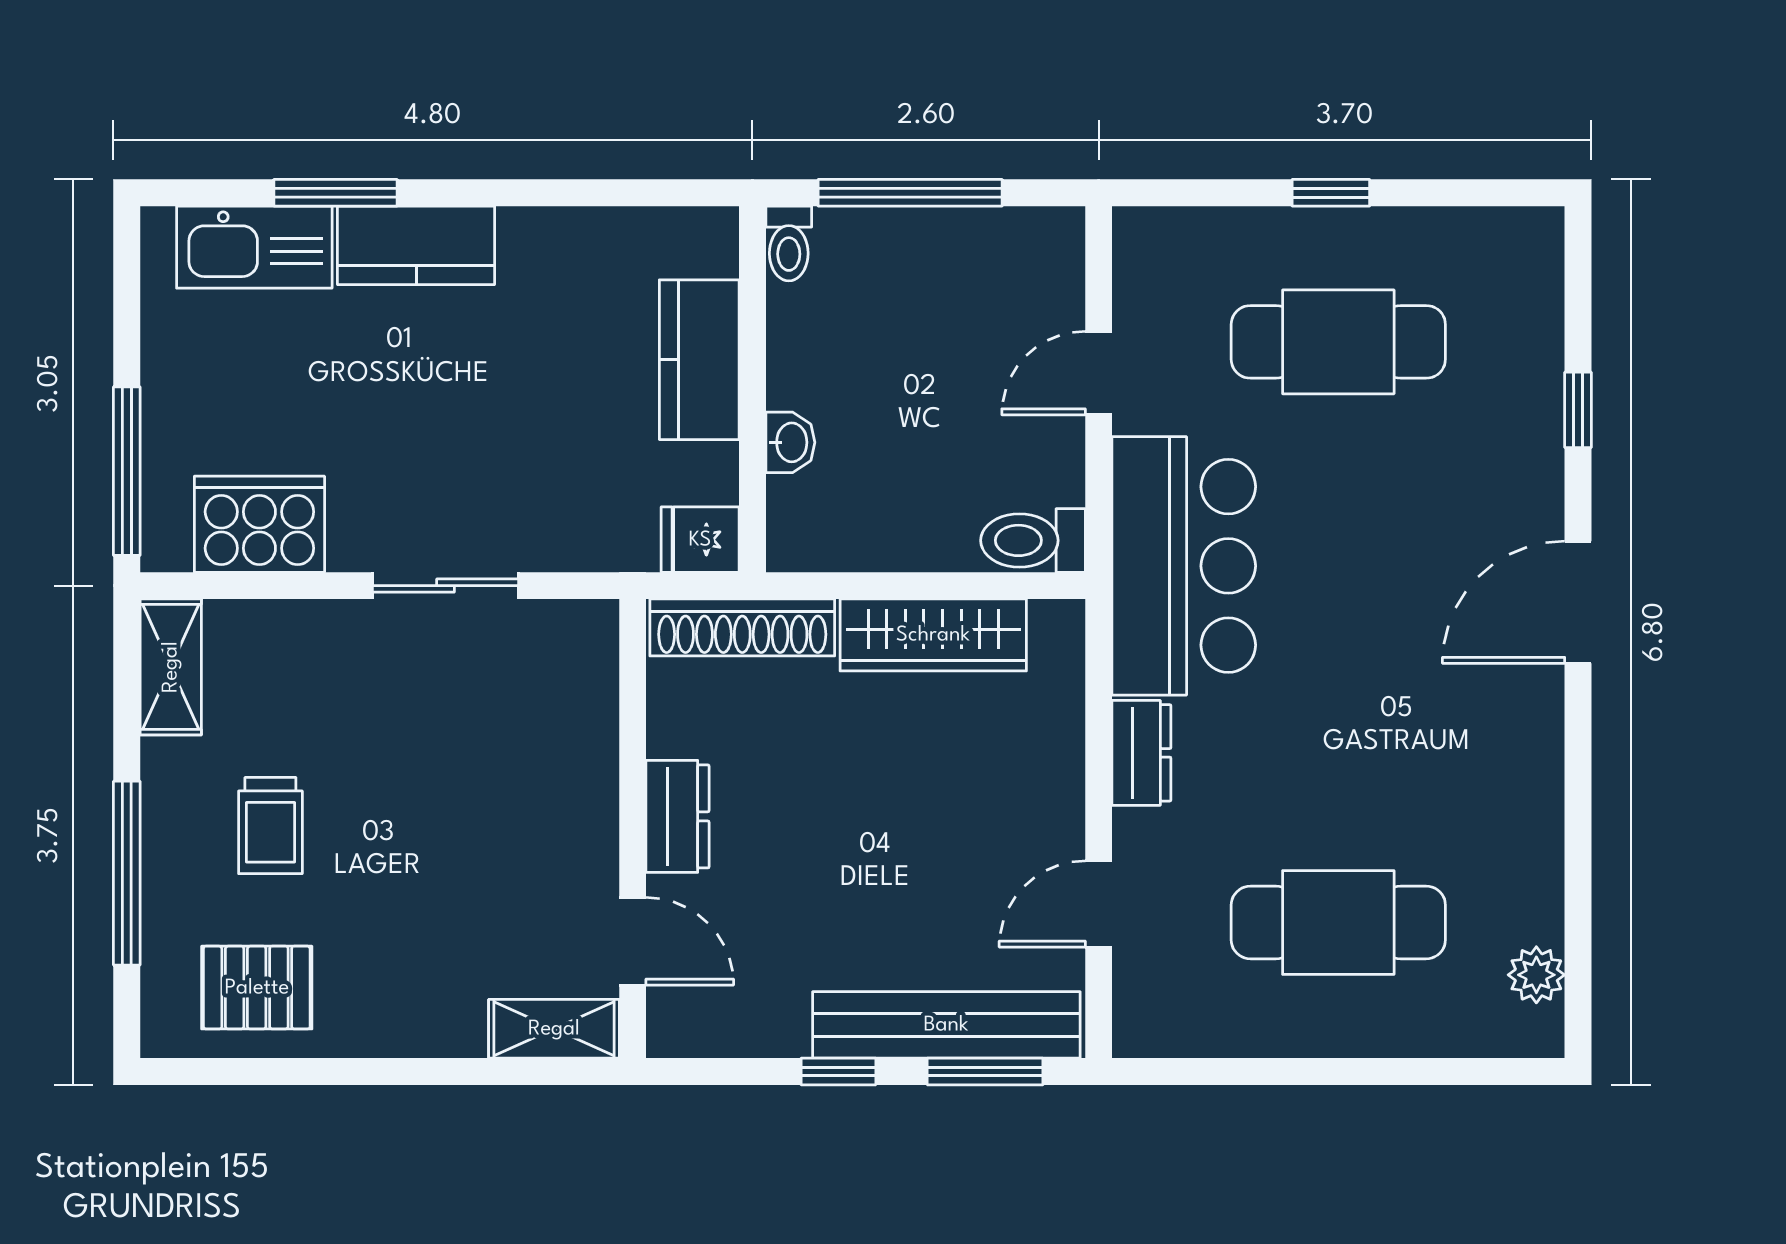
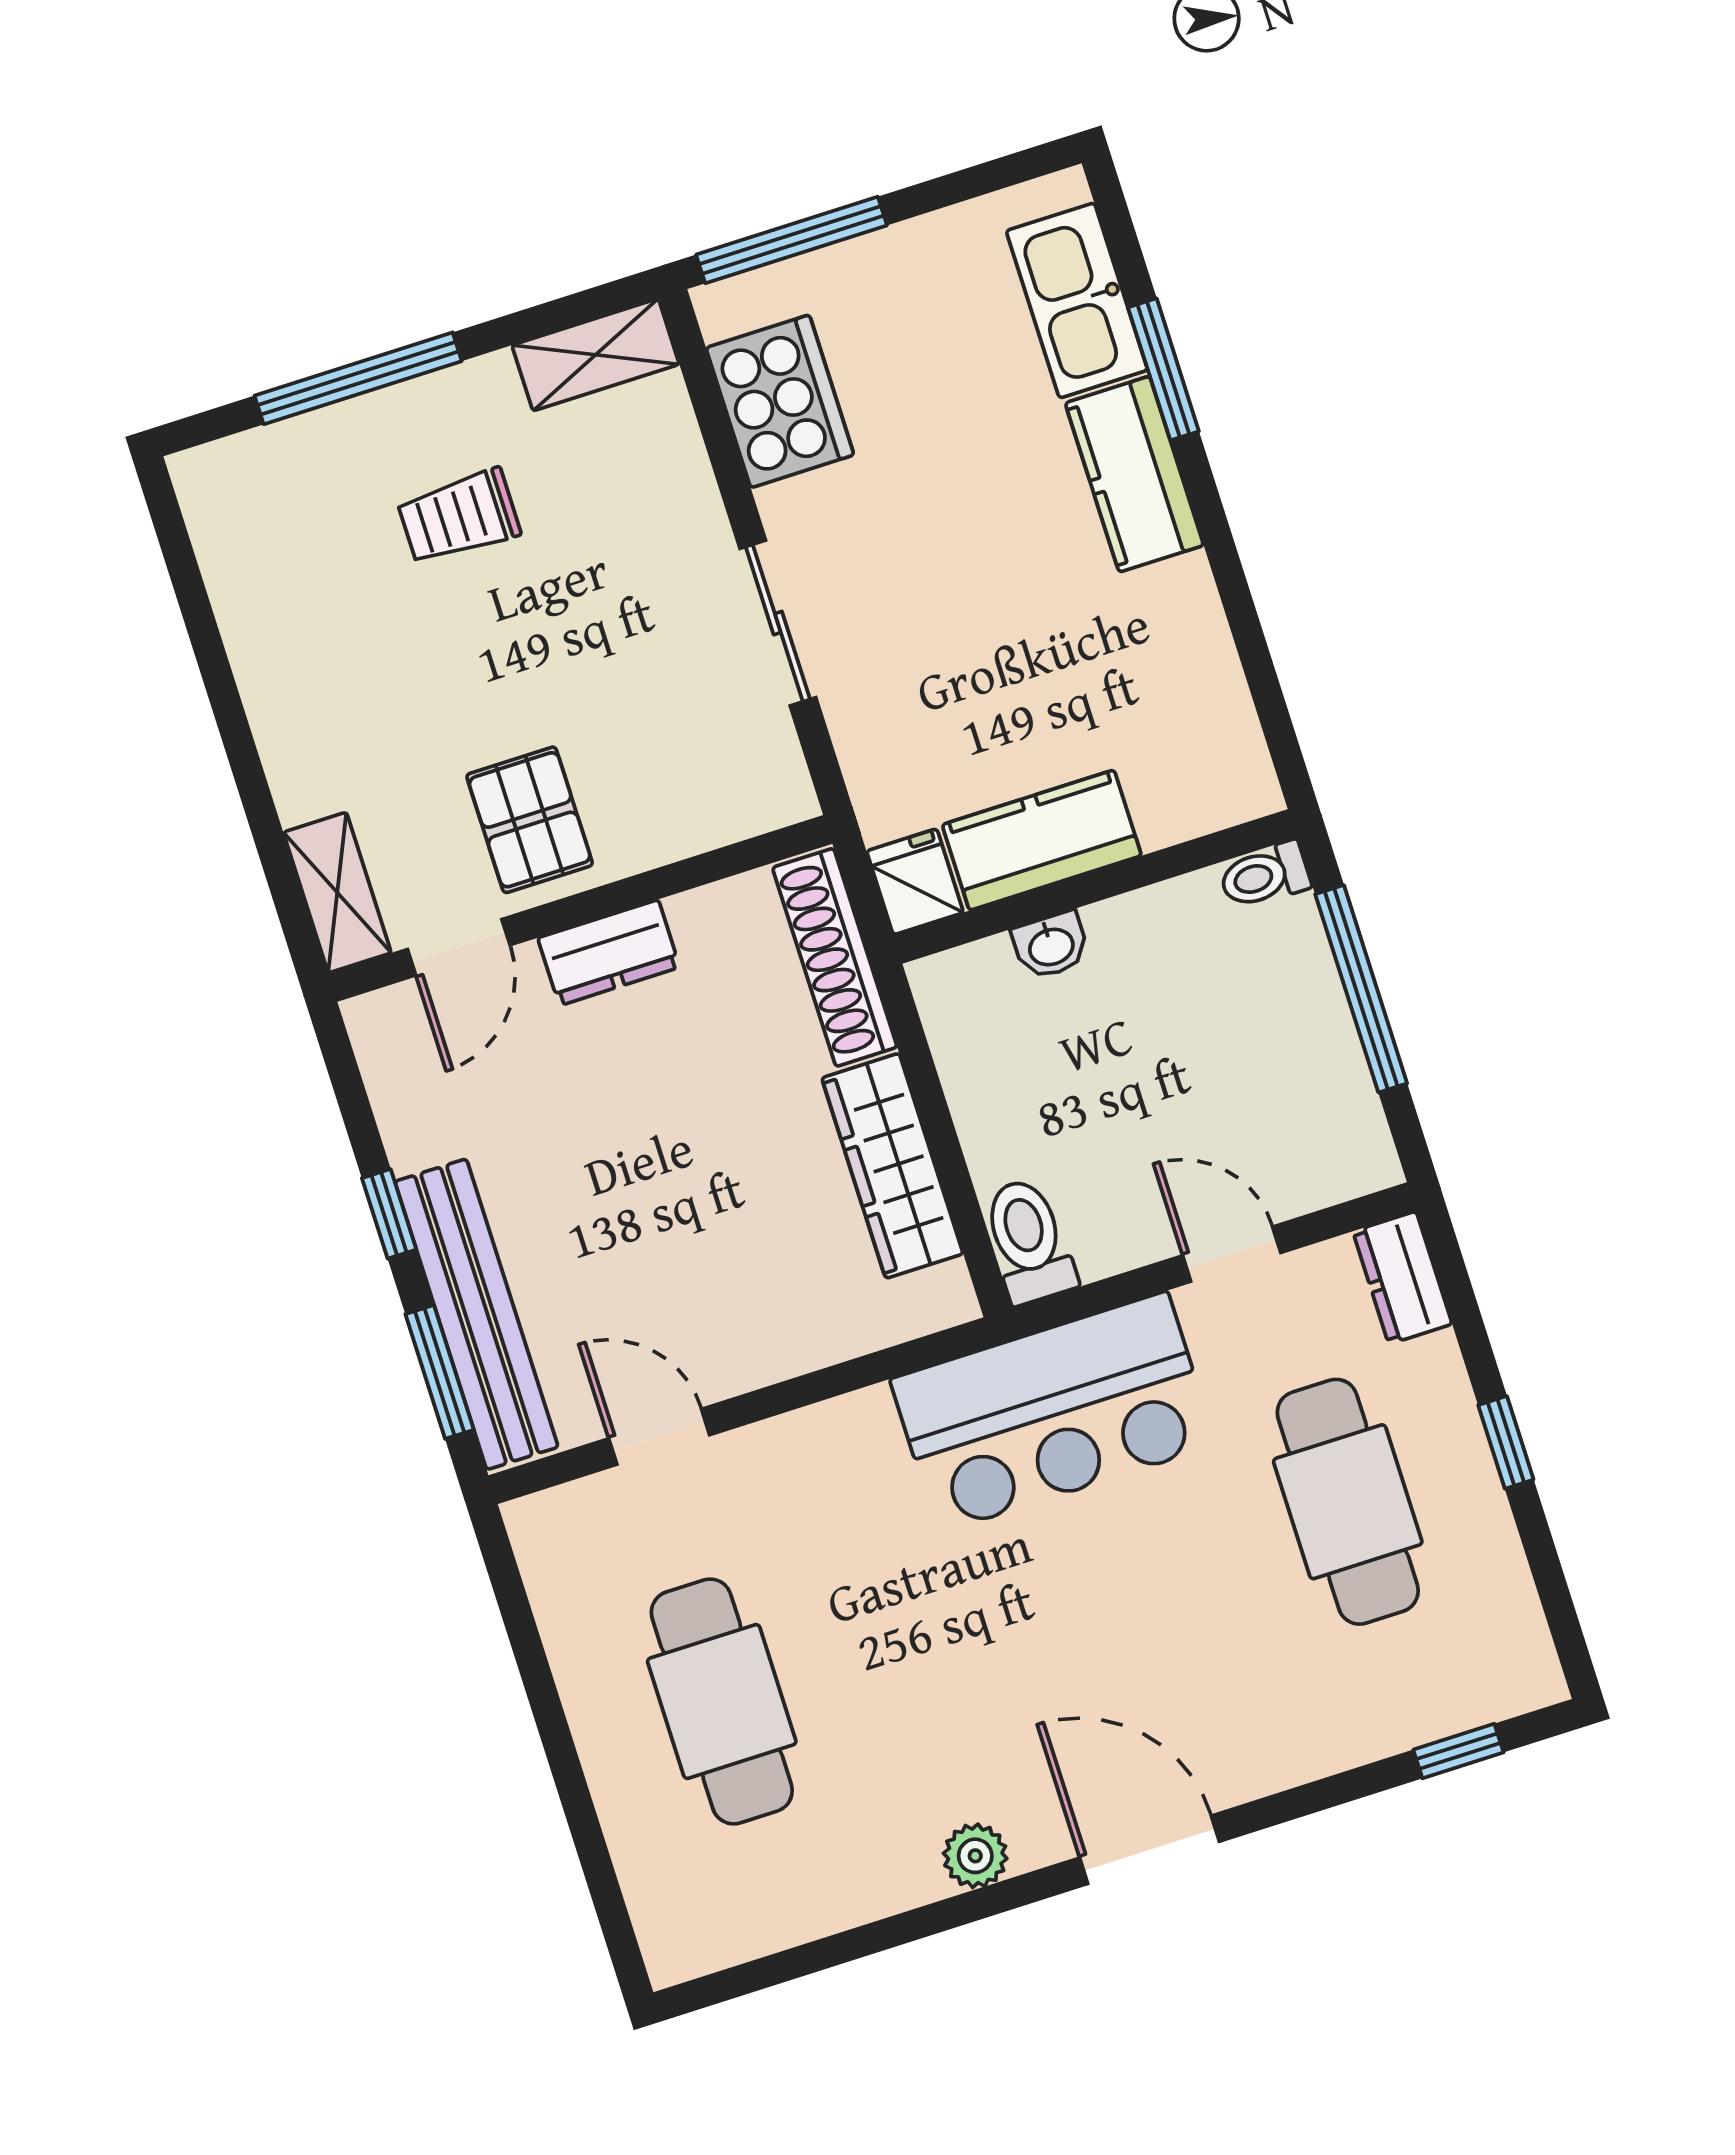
kitchen counter: (699, 360) -> (1042, 840), moved
window: (1578, 410) -> (1458, 1751), moved
dresser: (1141, 753) -> (1402, 1278), moved, turned 90
plant: (1536, 975) -> (975, 1856), moved
pallet: (257, 988) -> (530, 820), moved

